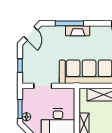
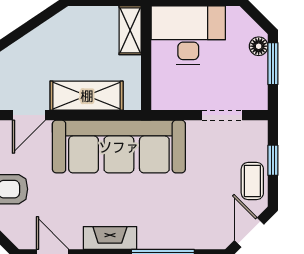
fireplace: (78, 31) -> (110, 238), moved
coffee table: (29, 56) -> (252, 181), added

